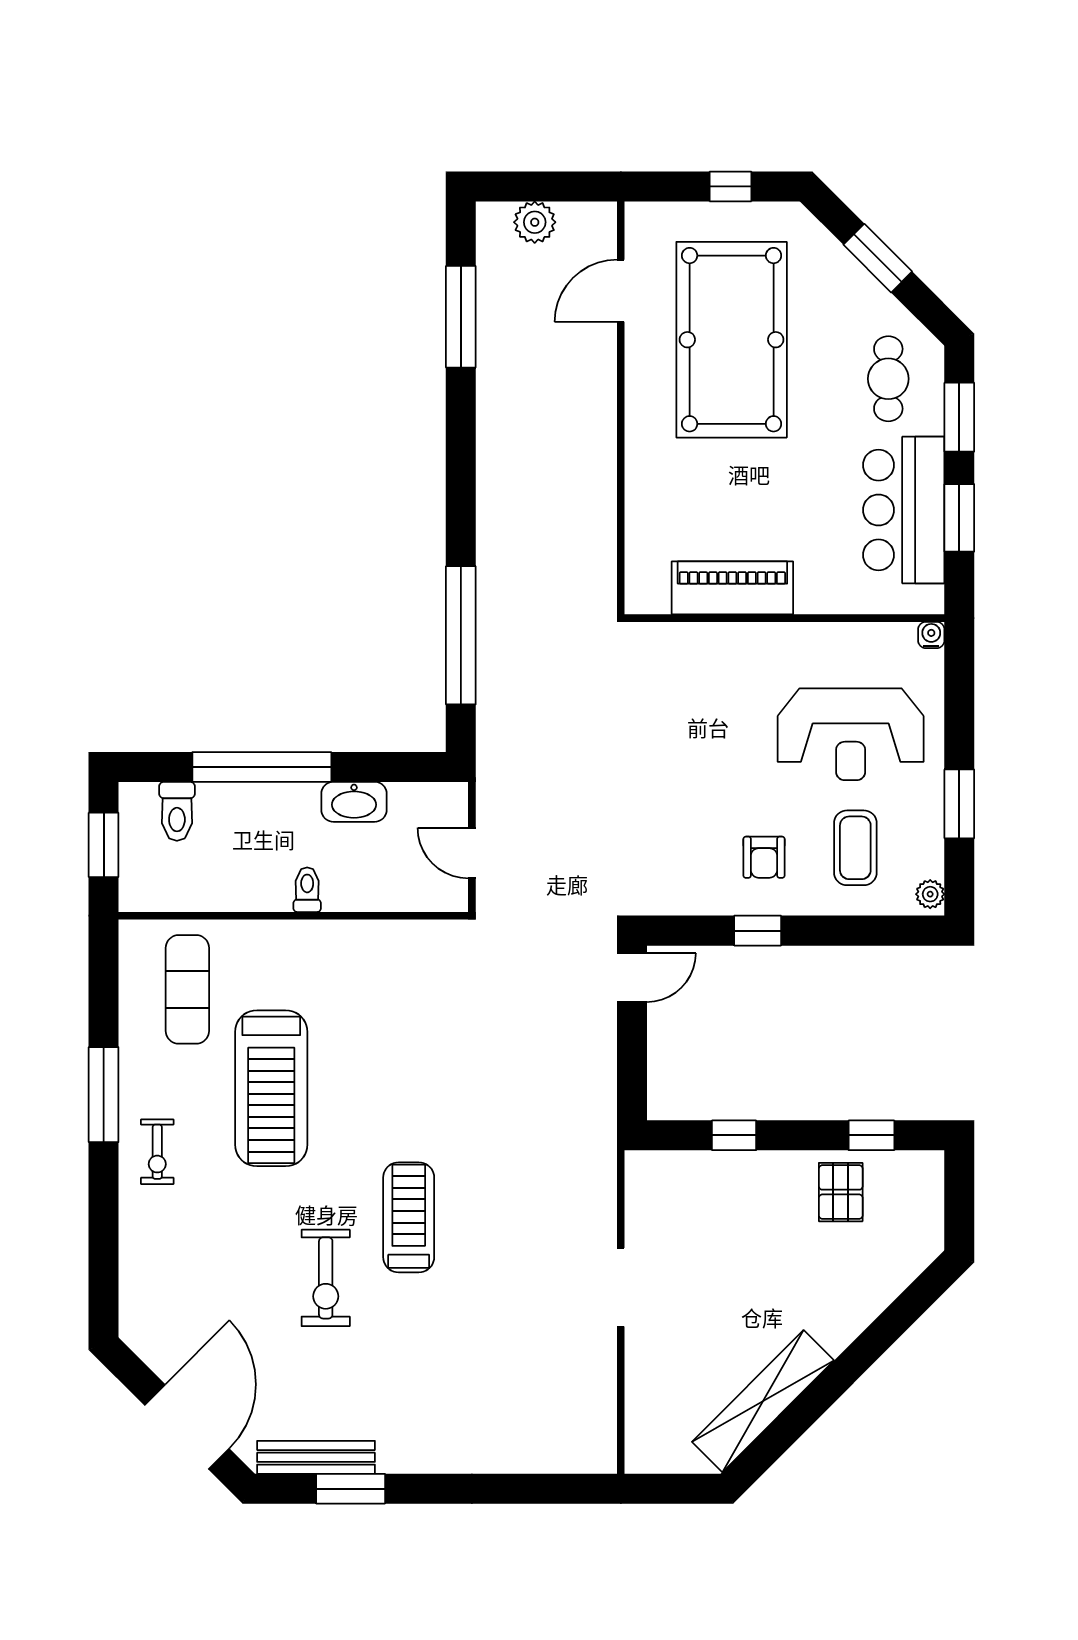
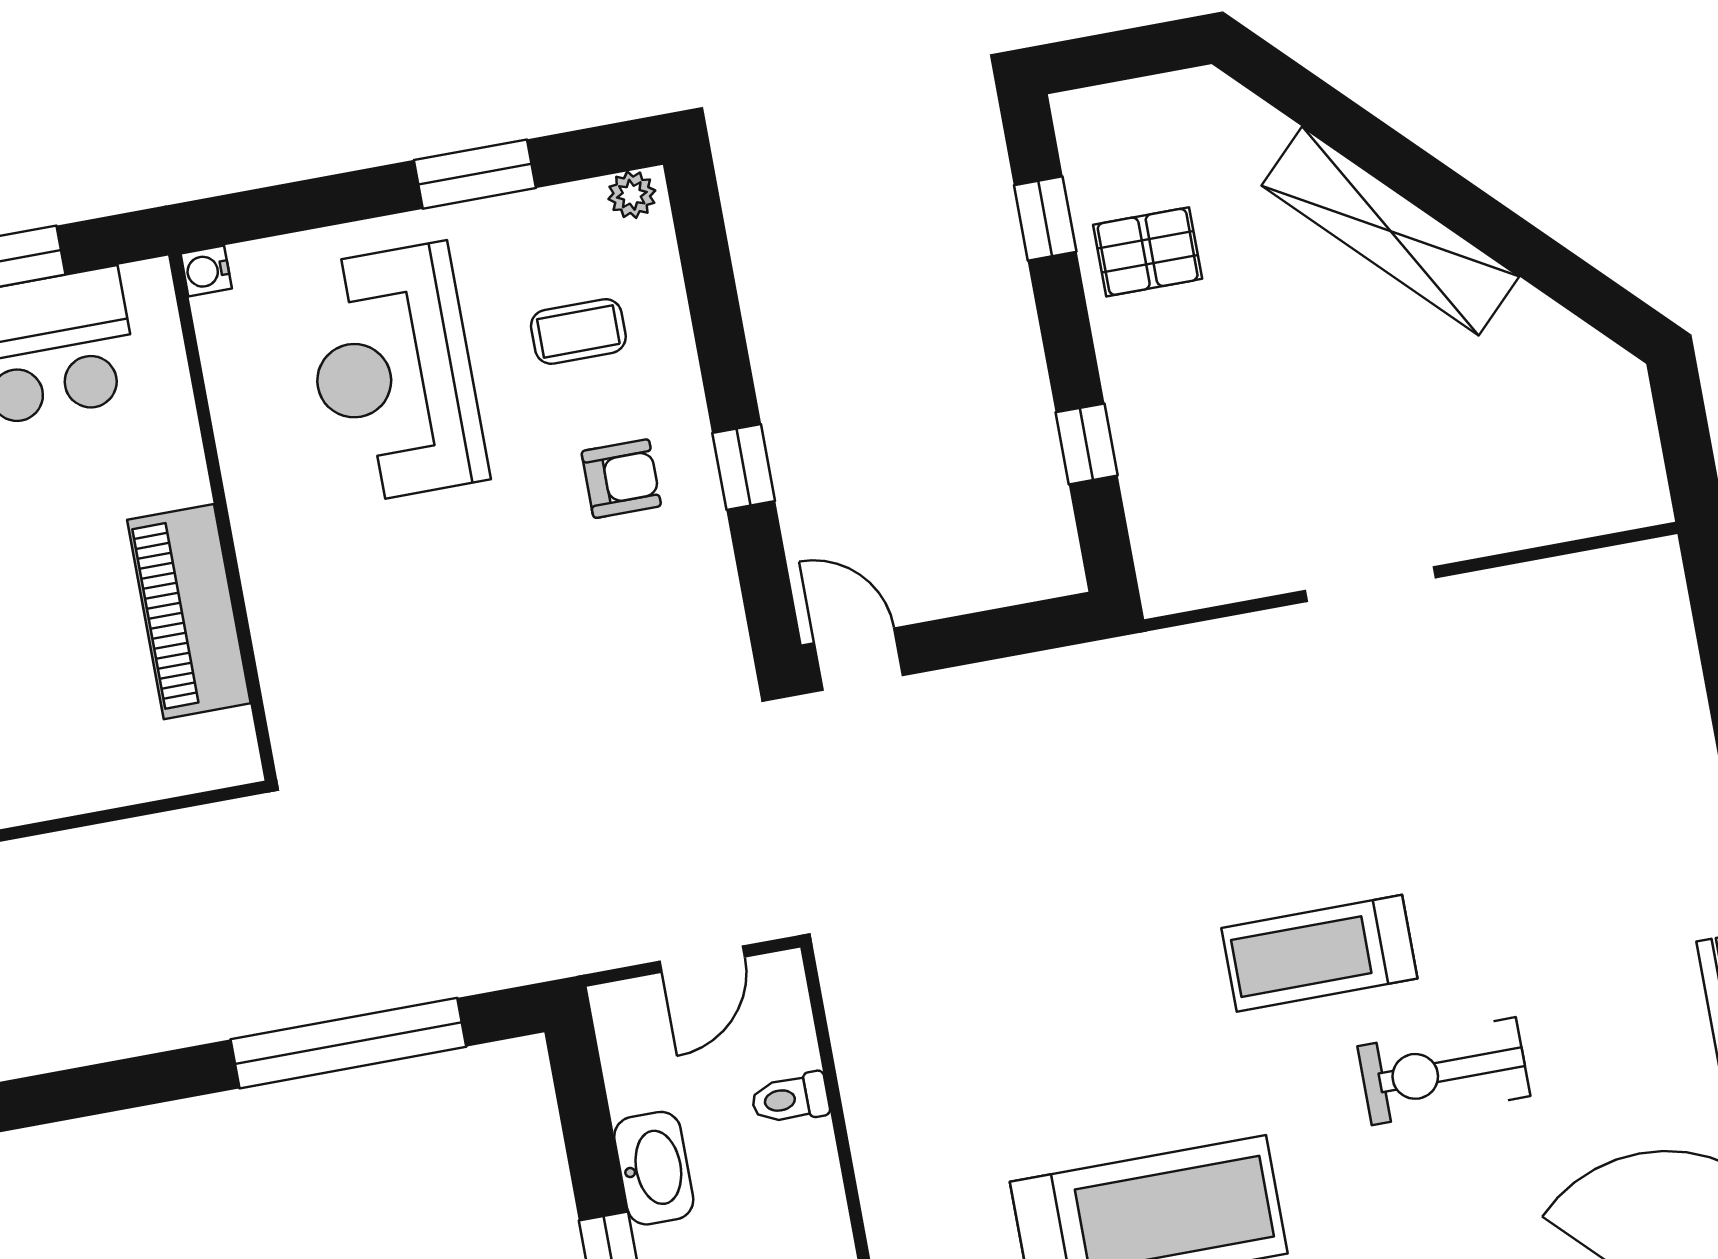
reception desk: (851, 734) -> (393, 373), turned 180
coffee table: (855, 848) -> (578, 331), width x0.73, depth x0.77
toilet: (307, 890) -> (790, 1099), moved
exercise bike: (326, 1278) -> (1444, 1071), turned 180
shelving: (763, 1401) -> (1390, 231), moved

